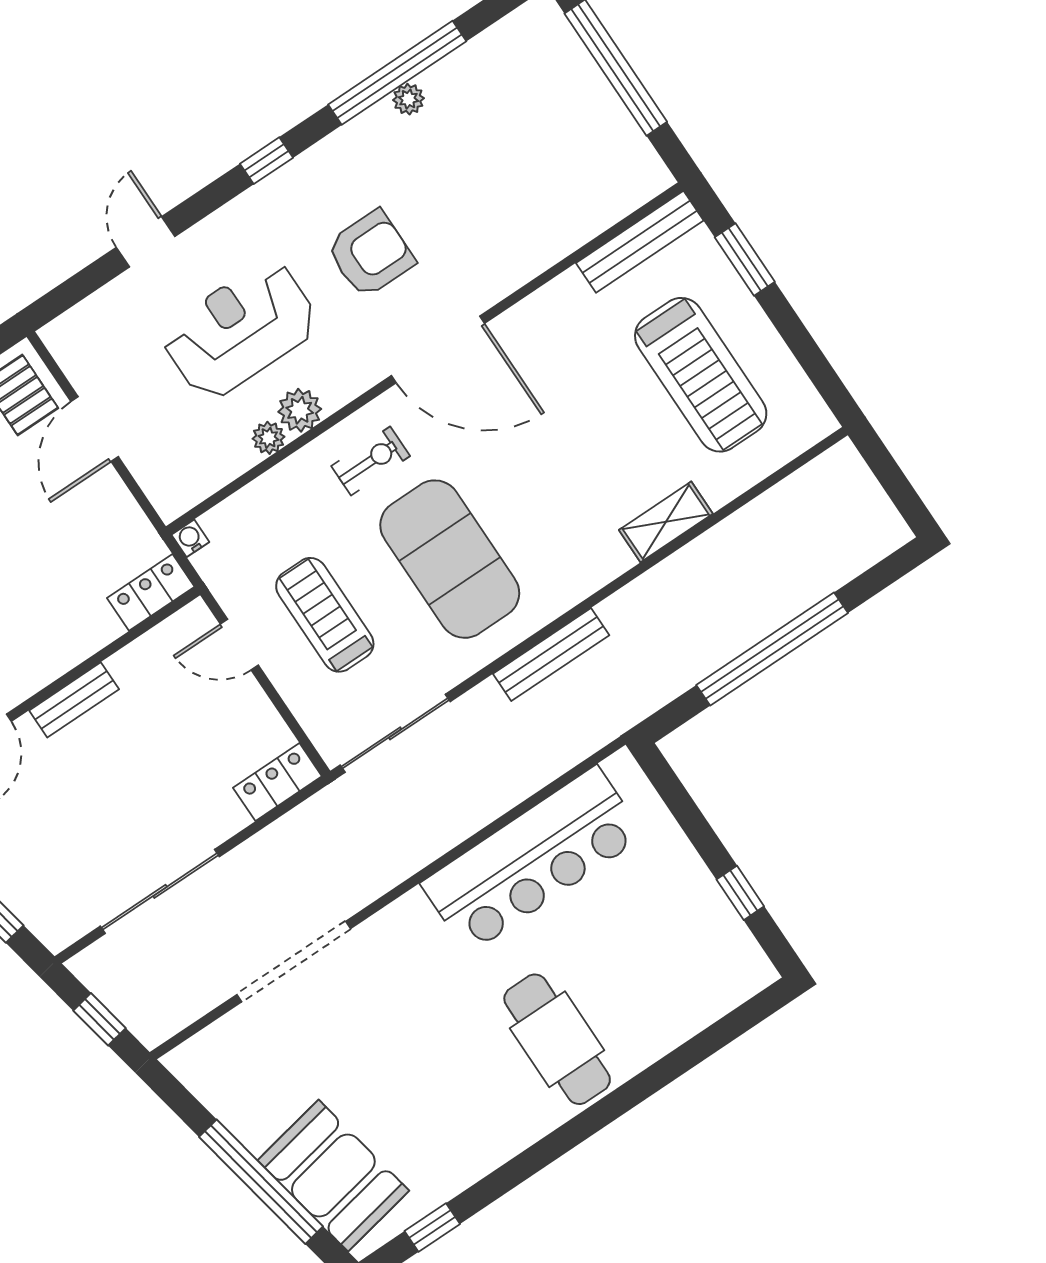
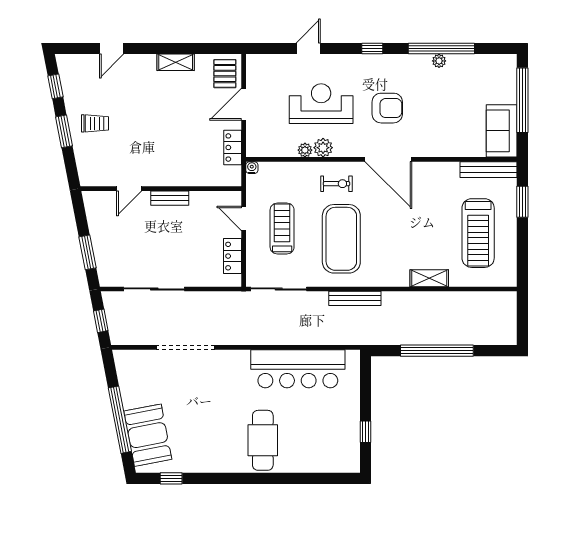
sofa: (616, 152) -> (502, 131), added
locker: (151, 592) -> (233, 147), moved, turned -90
locker: (277, 782) -> (233, 256), moved, turned -90

